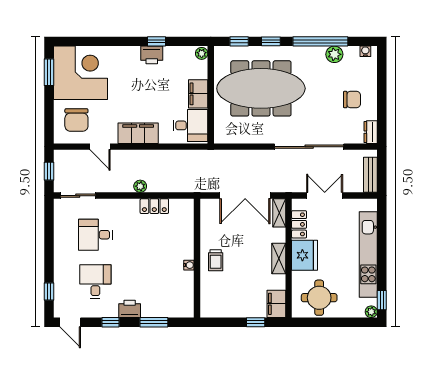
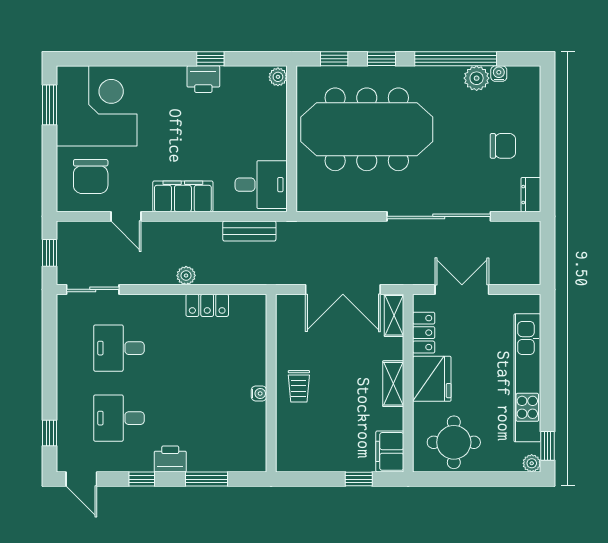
water cooler: (365, 51) -> (499, 74), moved
filing cabinet: (198, 94) -> (273, 137), removed
bench: (370, 175) -> (249, 231), moved, turned 90
desk: (95, 282) -> (119, 418), turned -90

